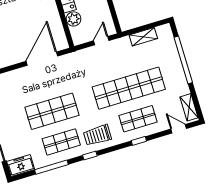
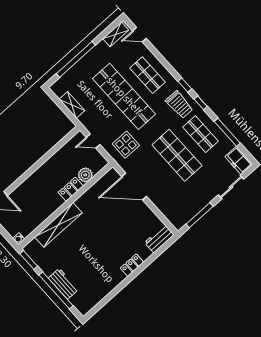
display table: (84, 69) -> (126, 145), added
door: (179, 129) -> (139, 35), hinge flipped
window: (139, 141) -> (185, 85), moved

